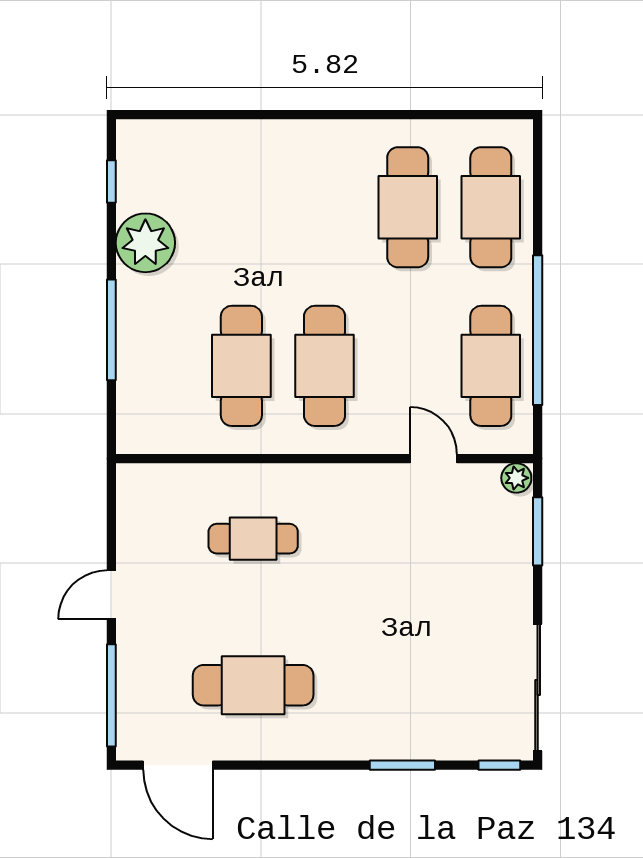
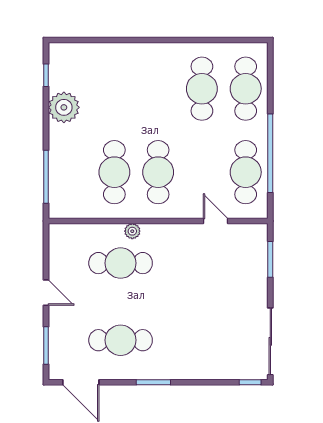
window: (111, 330) -> (46, 177), moved
plant: (516, 478) -> (132, 231), moved
cafe table: (253, 539) -> (121, 263), width x1.37, depth x1.35
door: (111, 595) -> (46, 293), swing flipped
window: (111, 695) -> (46, 346), width x0.69
window: (402, 765) -> (153, 382), moved

